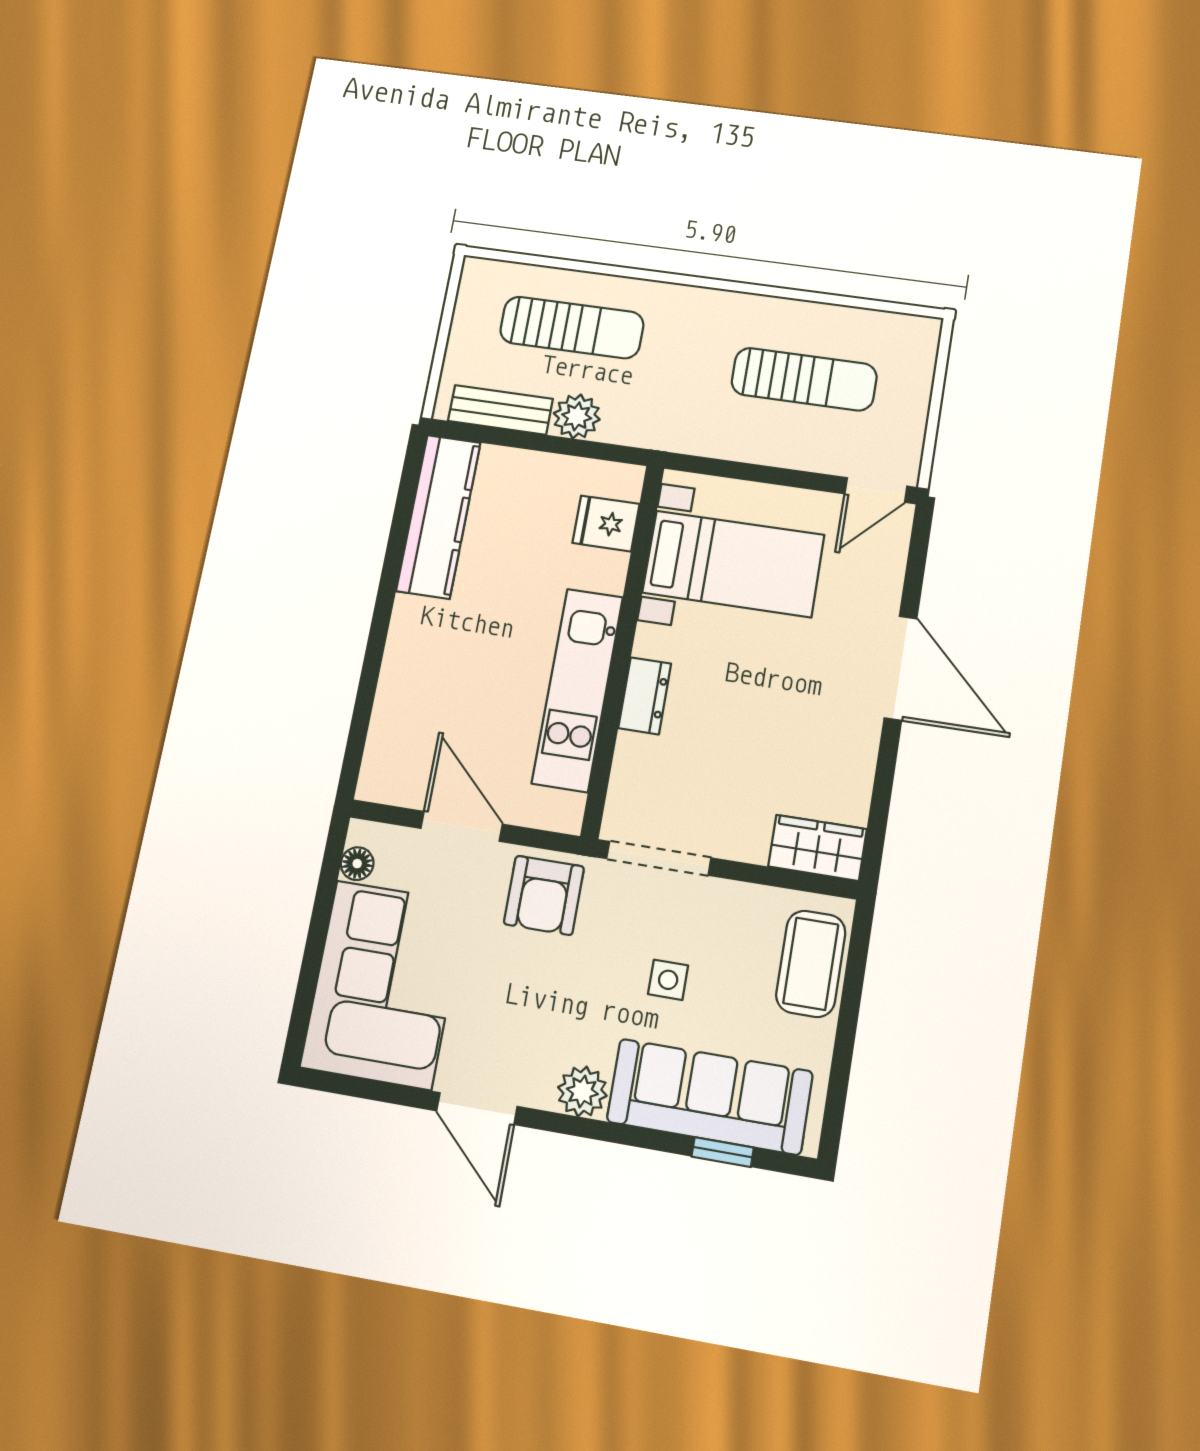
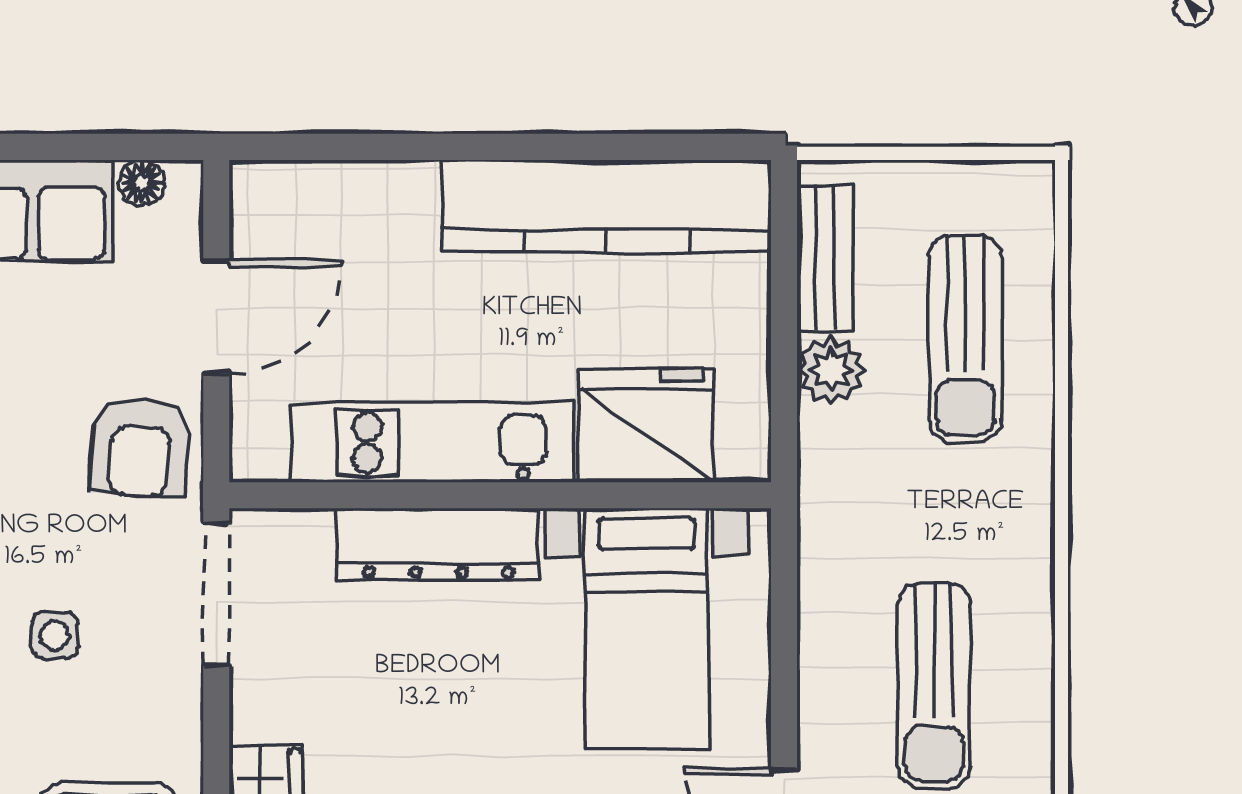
kitchen counter: (438, 516) -> (607, 206), width x1.39, depth x1.17
fridge: (606, 523) -> (647, 425), width x1.88, depth x1.34
dresser: (645, 696) -> (439, 544), width x1.96, depth x1.24
armchair: (544, 895) -> (140, 448), turned -86

